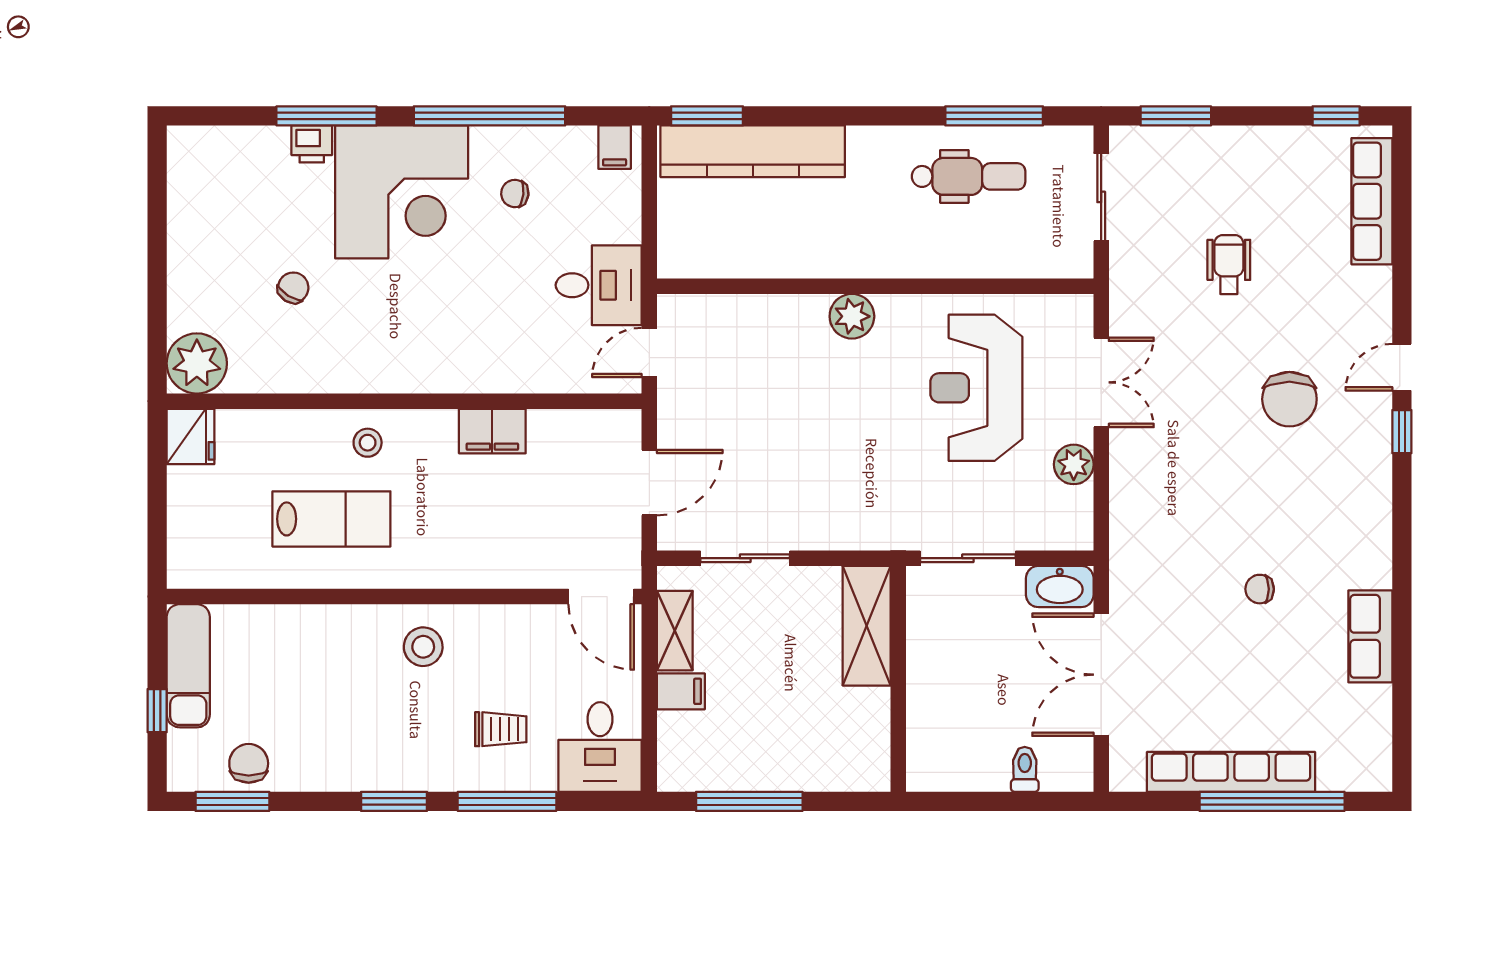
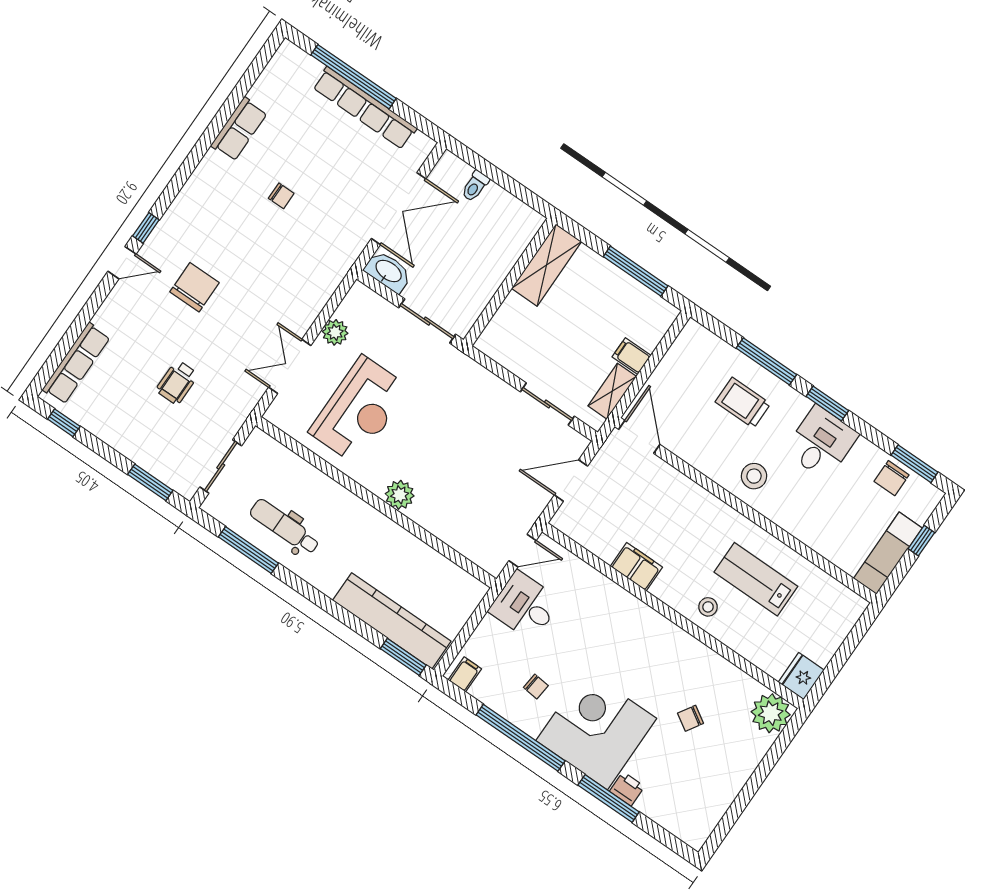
shelving: (867, 626) -> (546, 265), moved
trolley: (501, 729) -> (743, 403), width x1.36, depth x1.39
desk: (600, 747) -> (821, 443), moved

